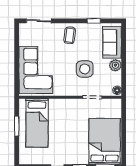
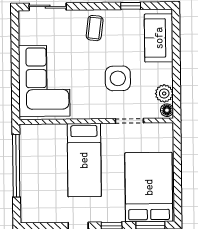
plant: (115, 65) -> (164, 93), moved
bed: (37, 123) -> (84, 160), moved
window: (17, 126) -> (16, 166), width x2.11

